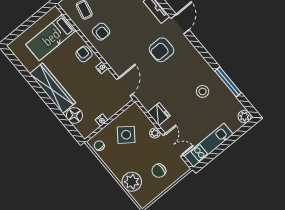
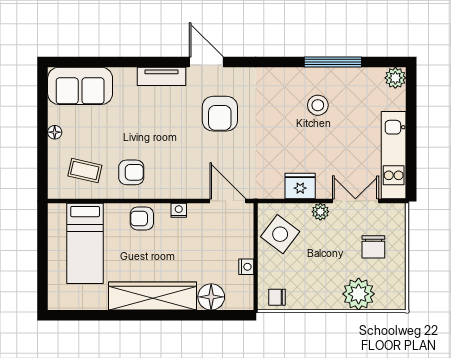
side table: (126, 135) -> (280, 234), moved

